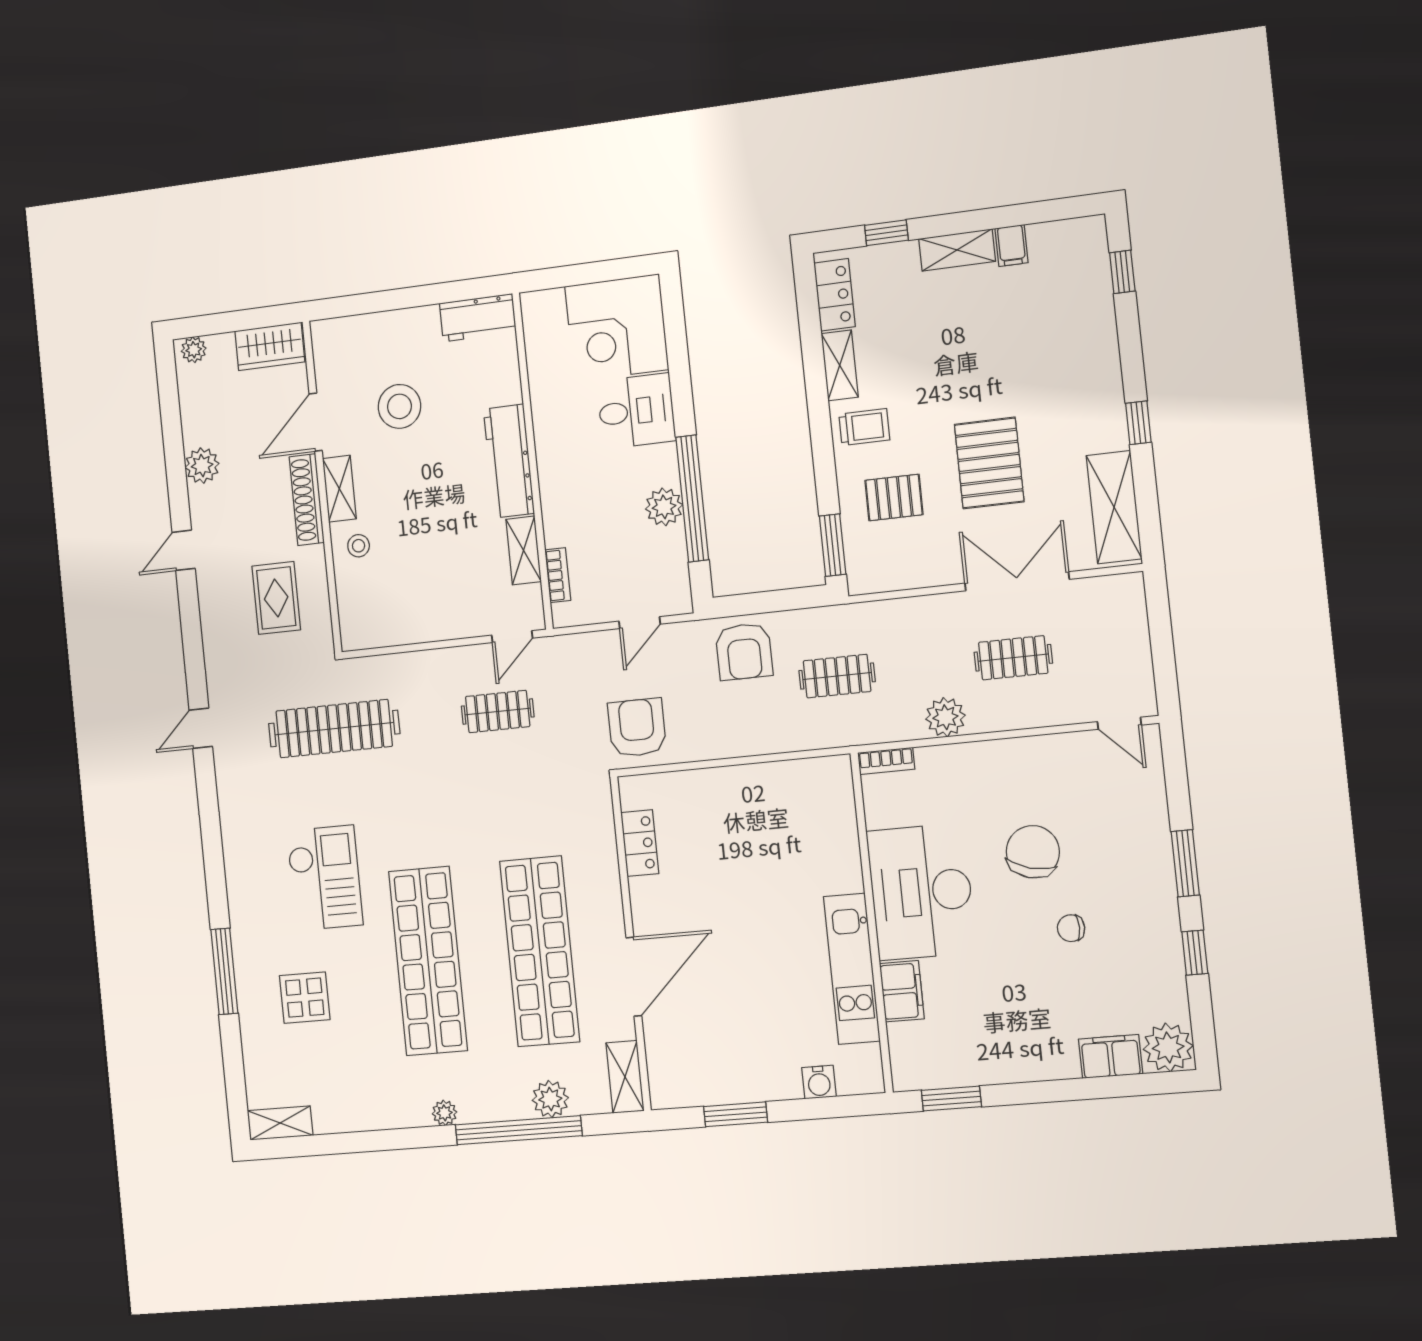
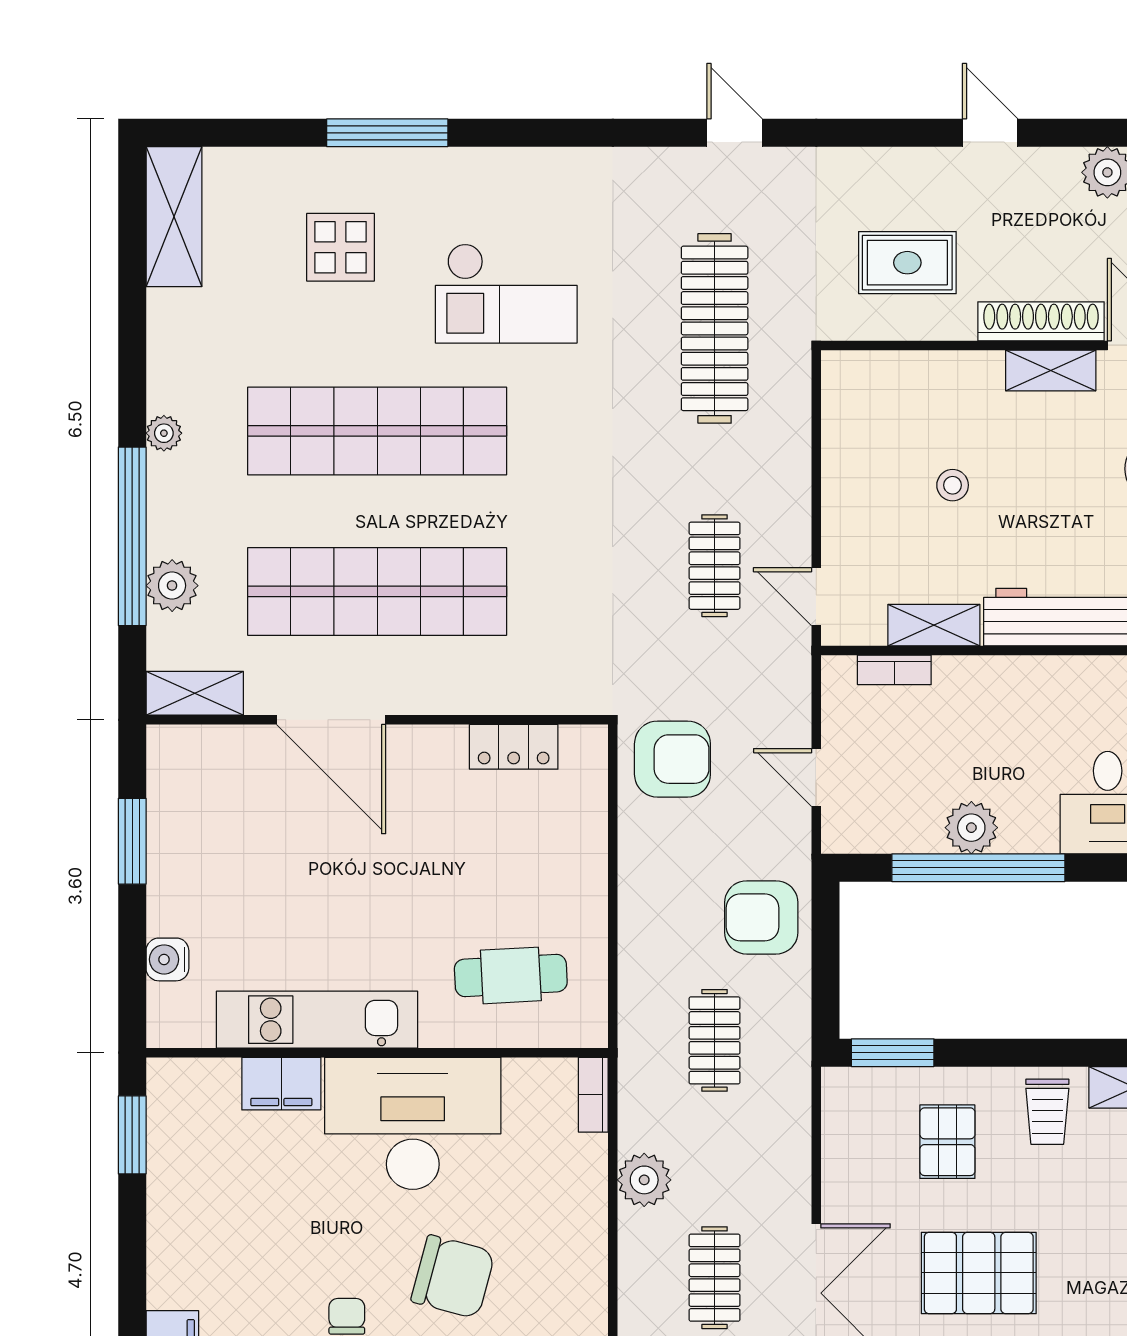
stool: (359, 546) -> (953, 485), moved
cafe table: (805, 830) -> (511, 975), added
shelving: (280, 1123) -> (174, 217), width x1.50, depth x1.33

